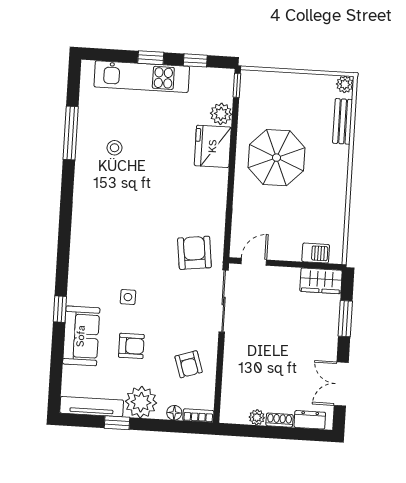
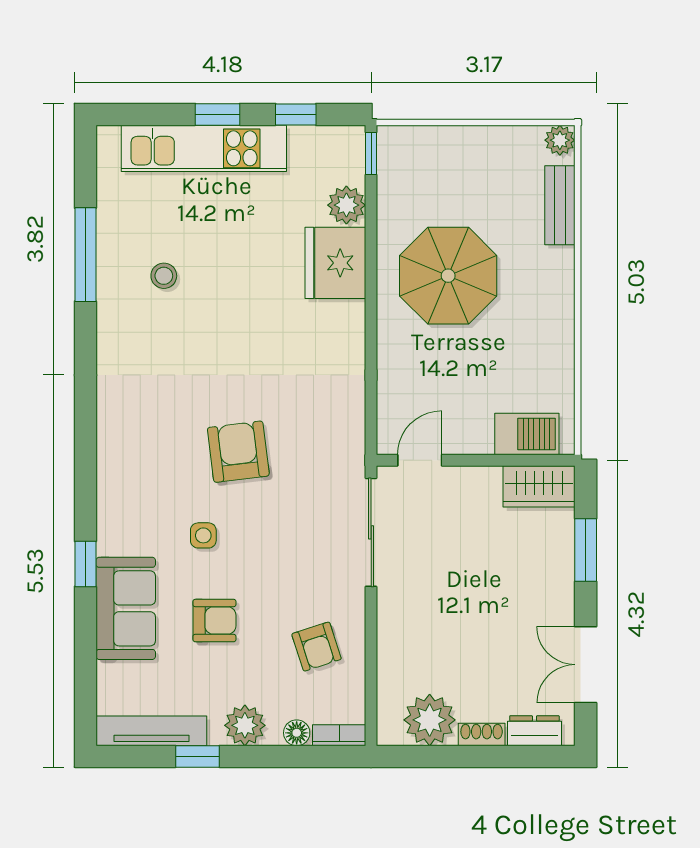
armchair: (194, 253) -> (238, 452), moved
barbecue: (316, 253) -> (527, 434), width x1.38, depth x1.27
plant: (141, 402) -> (245, 725), width x0.73, depth x0.73
plant: (257, 417) -> (430, 720), width x1.88, depth x1.88

